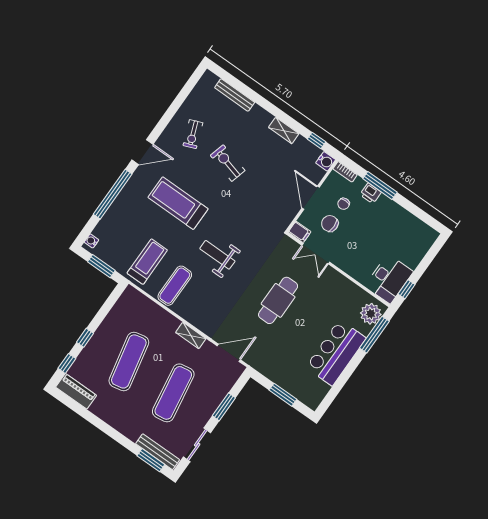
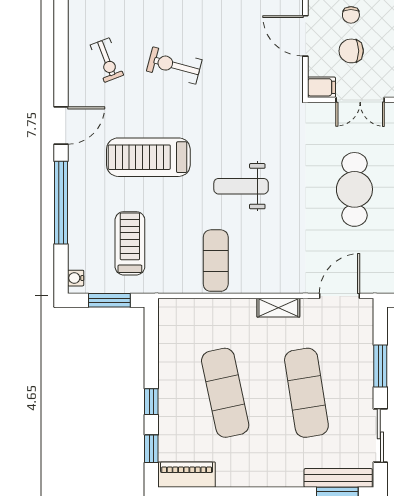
treadmill: (147, 262) -> (130, 243), moved

